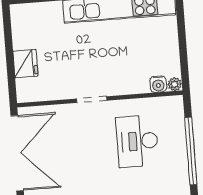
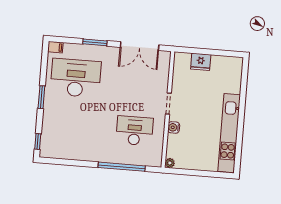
water cooler: (158, 84) -> (174, 127), moved
double door: (17, 153) -> (140, 46), width x0.73

